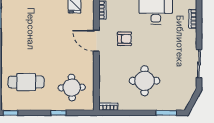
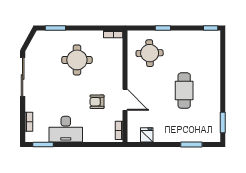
sliding door: (199, 64) -> (23, 77), width x1.37
cafe table: (26, 82) -> (184, 91), moved, turned 90

